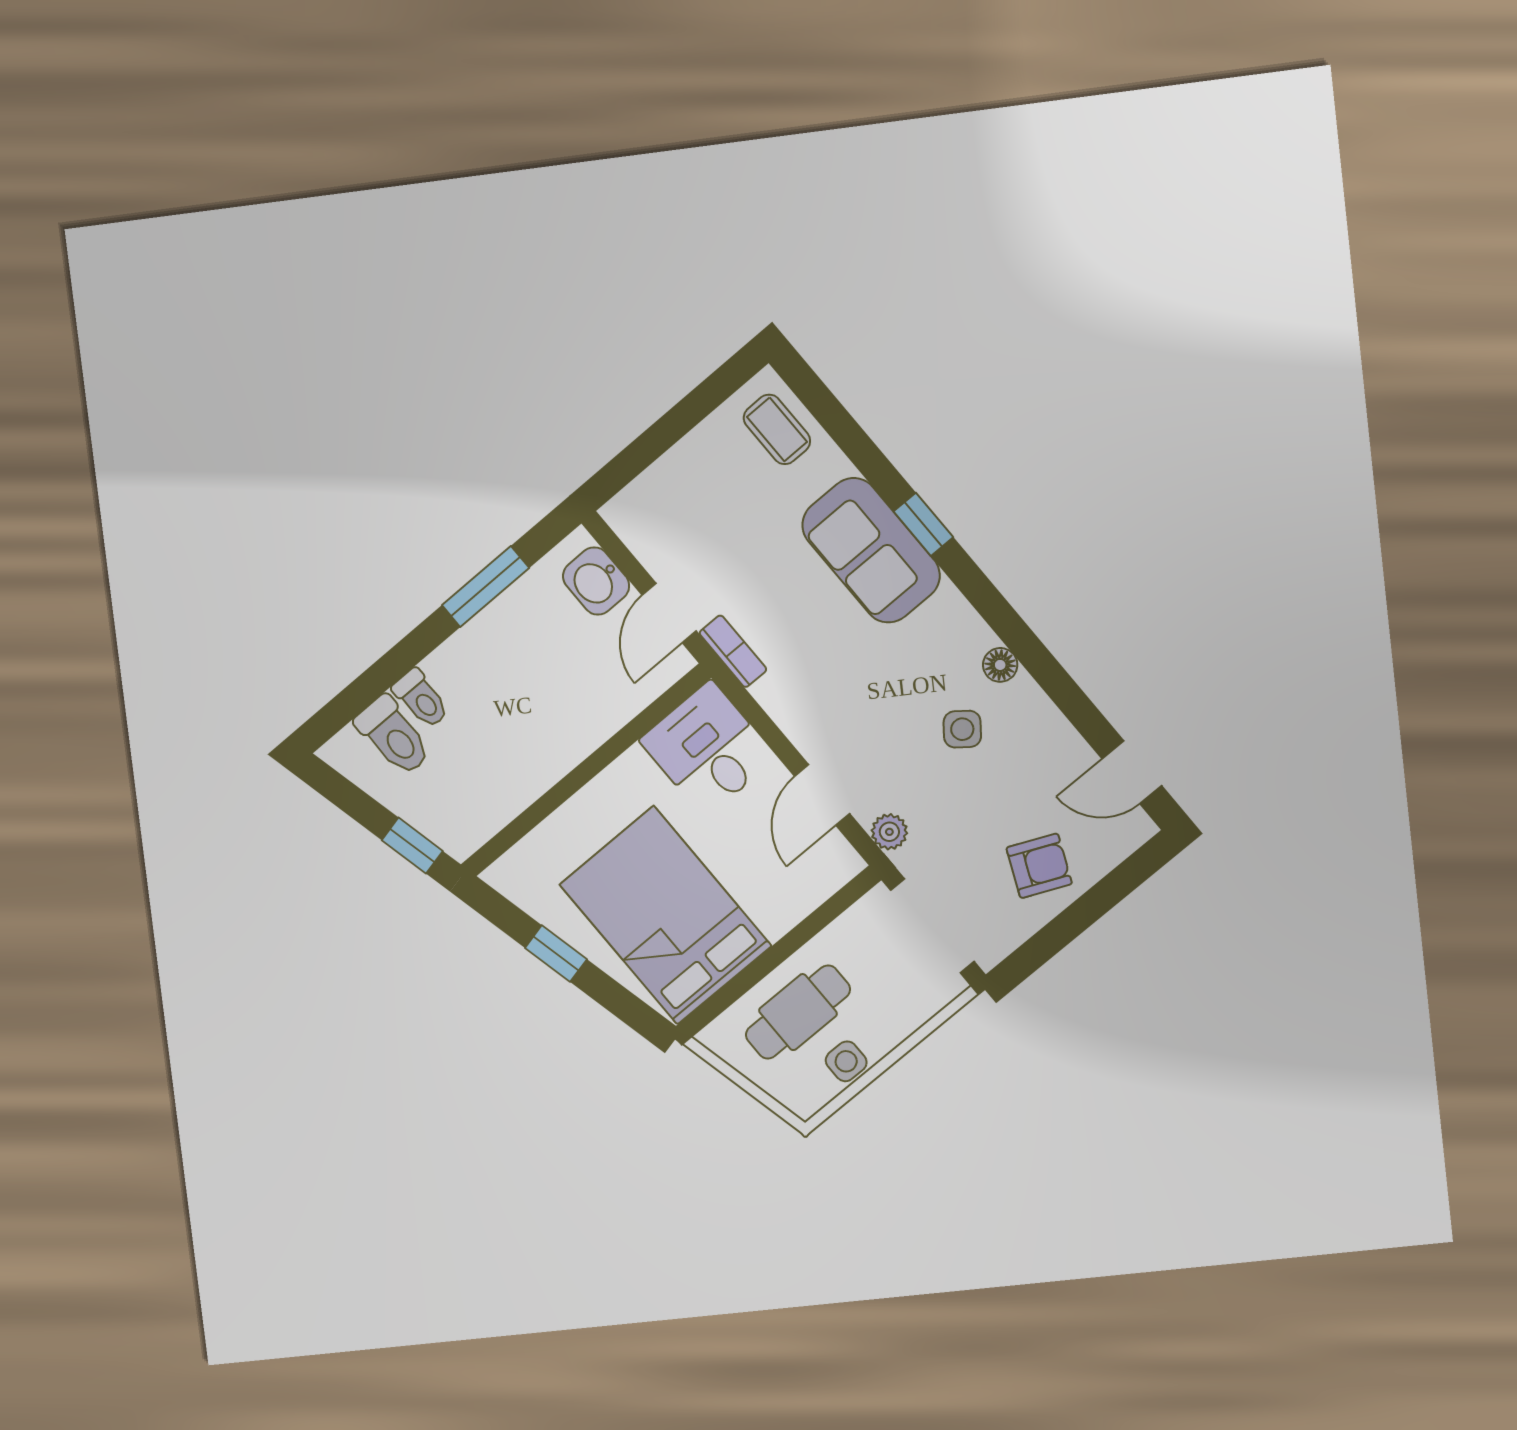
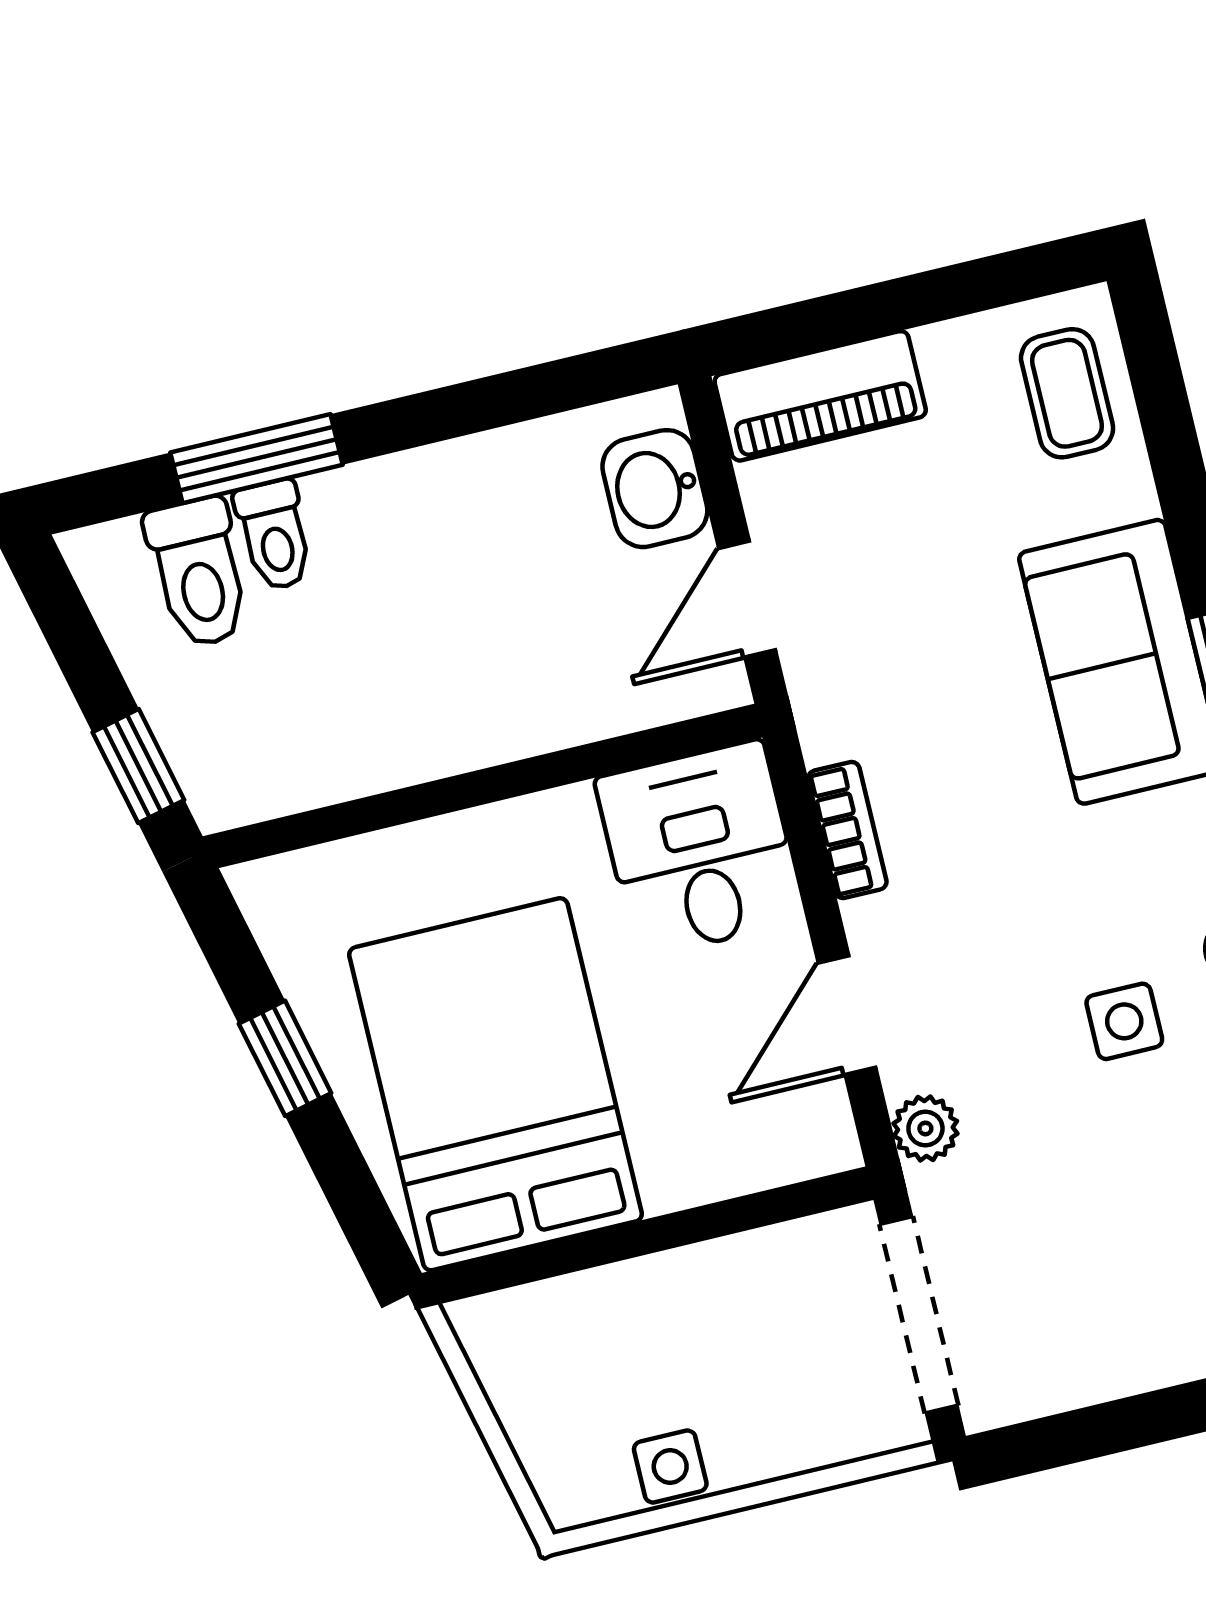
piano: (655, 493) -> (820, 396), added
window: (485, 587) -> (256, 459), moved
bookcase: (733, 651) -> (847, 830), moved
side table: (962, 729) -> (1124, 1021), turned -38
armchair: (1039, 866) -> (1138, 1302), removed
cafe table: (798, 1012) -> (632, 1348), removed

